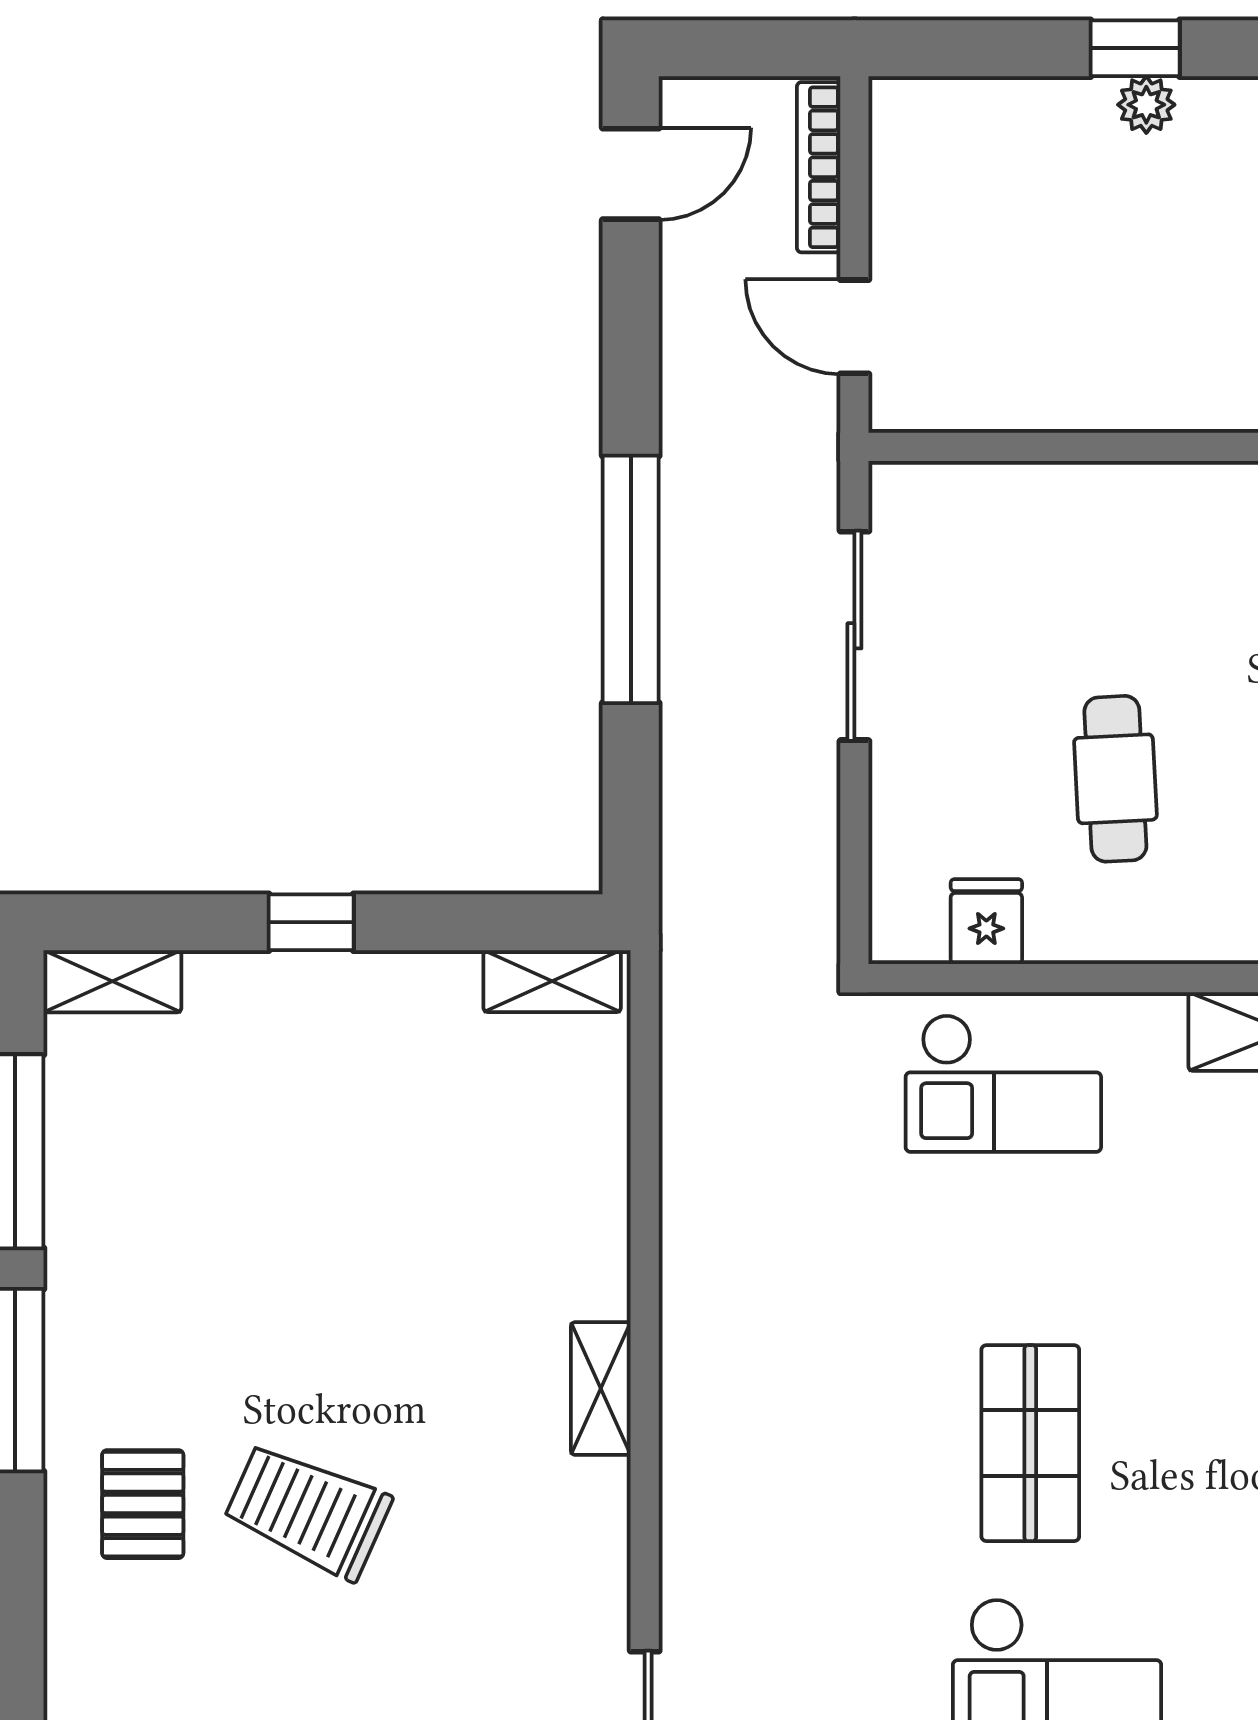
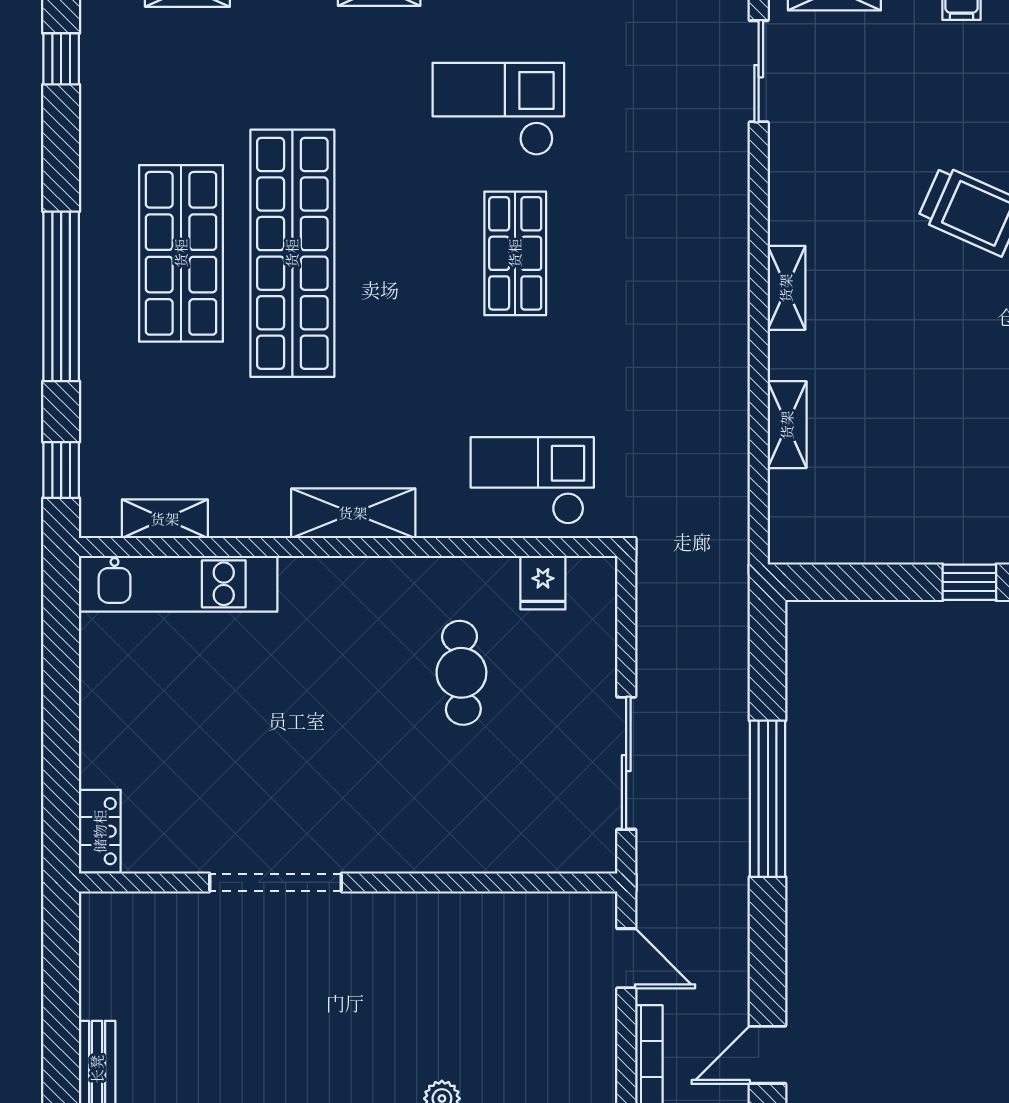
shelving: (552, 981) -> (787, 425), moved, turned 90

